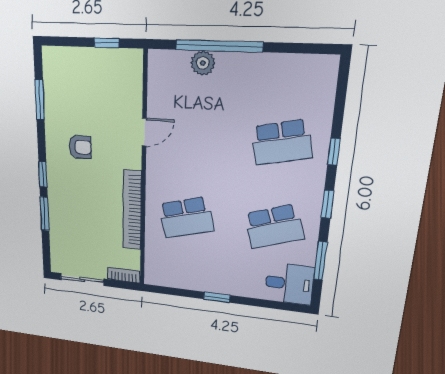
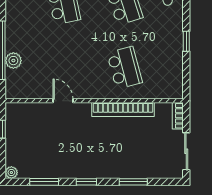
plant: (50, 55) -> (11, 173), added
armchair: (80, 147) -> (77, 151), removed
window: (43, 174) -> (86, 182), moved

